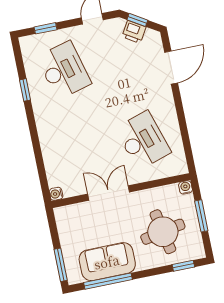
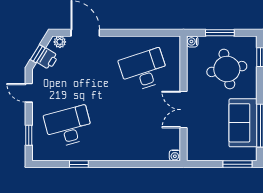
plant: (155, 42) -> (60, 42), added

